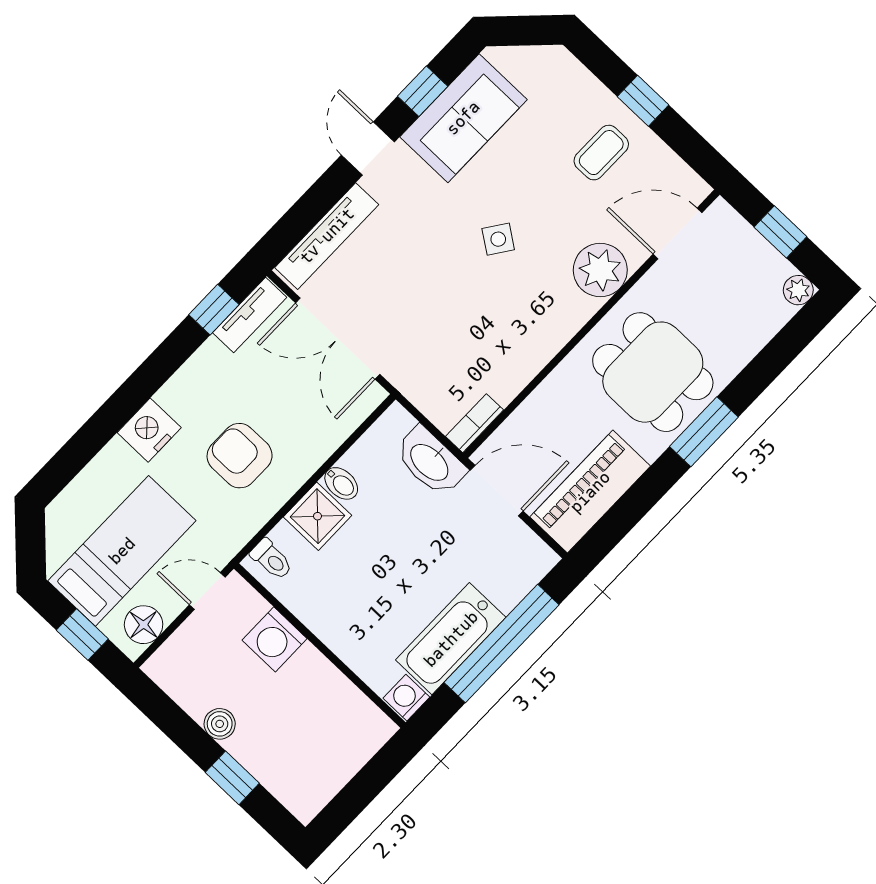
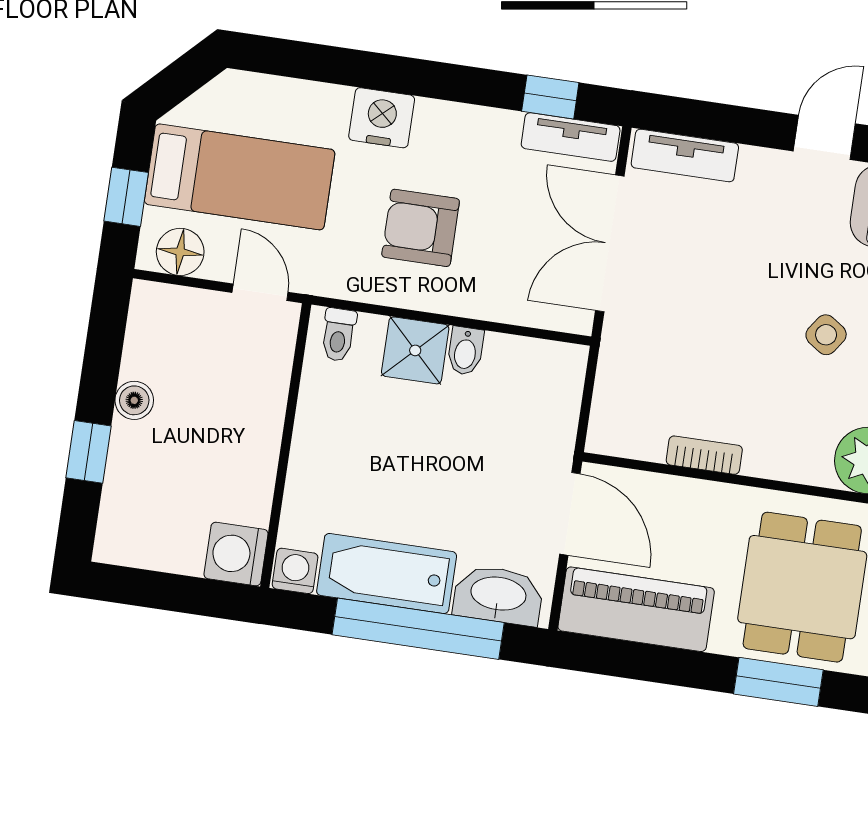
tv unit: (327, 236) -> (685, 155), width x0.71
bookcase: (475, 423) -> (704, 455), moved
armchair: (240, 456) -> (421, 228), turned -90
washbasin: (430, 461) -> (498, 595), moved, turned 90
washing machine: (275, 639) -> (236, 554), moved

